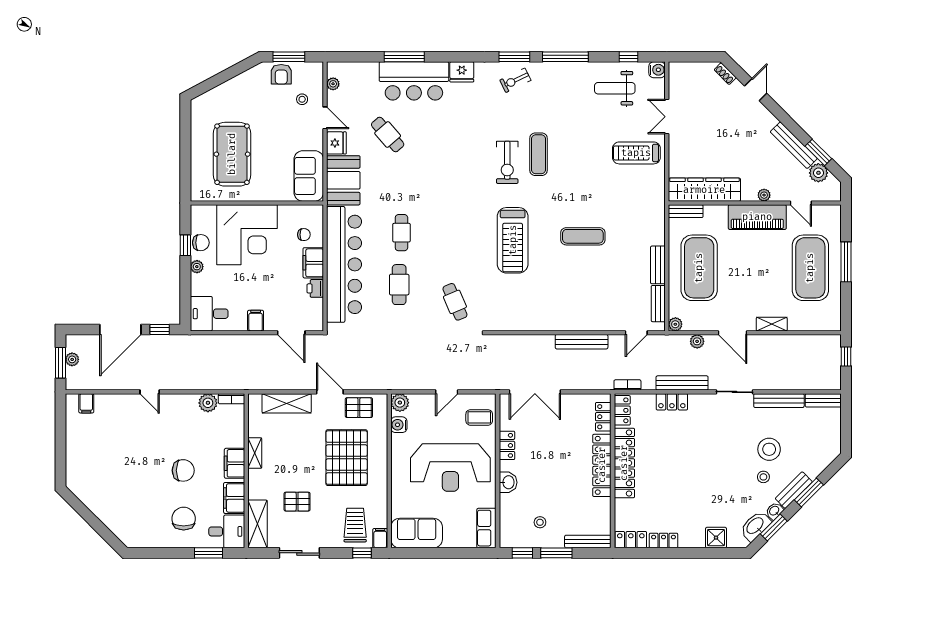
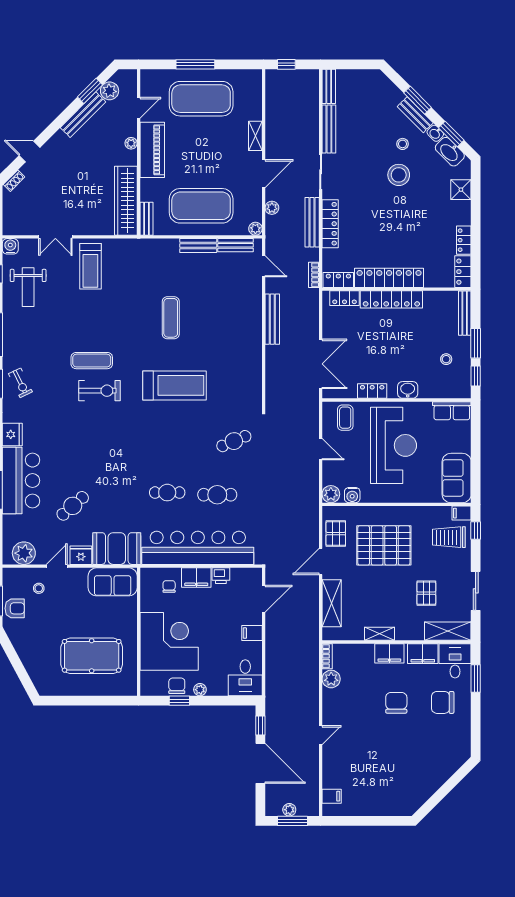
plant: (333, 84) -> (24, 553), width x1.87, depth x1.87
locker: (672, 402) -> (330, 224), width x1.53
stool: (769, 449) -> (399, 175), moved

